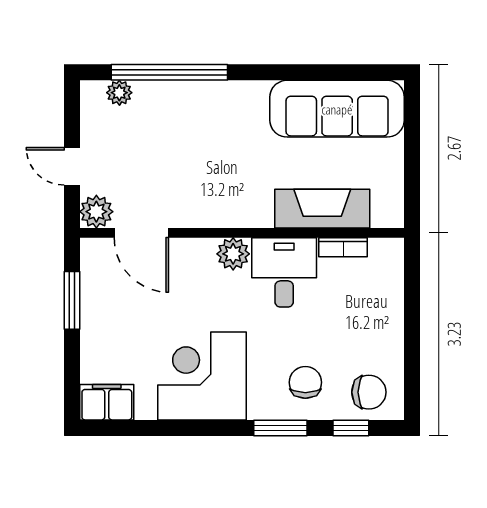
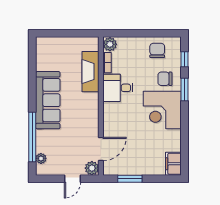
sofa: (337, 109) -> (48, 100), moved
plant: (233, 254) -> (110, 44), moved
corner desk: (202, 376) -> (162, 110), moved
chair: (369, 392) -> (157, 50), moved

